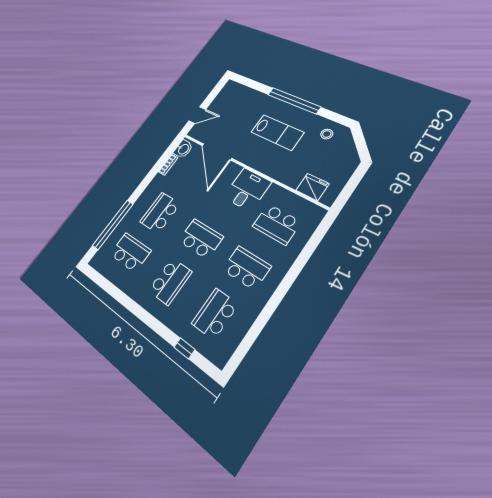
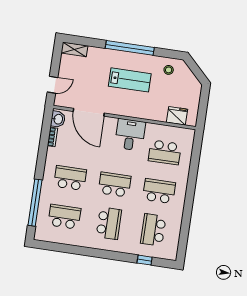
shelving: (237, 88) -> (74, 49), added
school desk: (160, 213) -> (70, 178), turned 90

